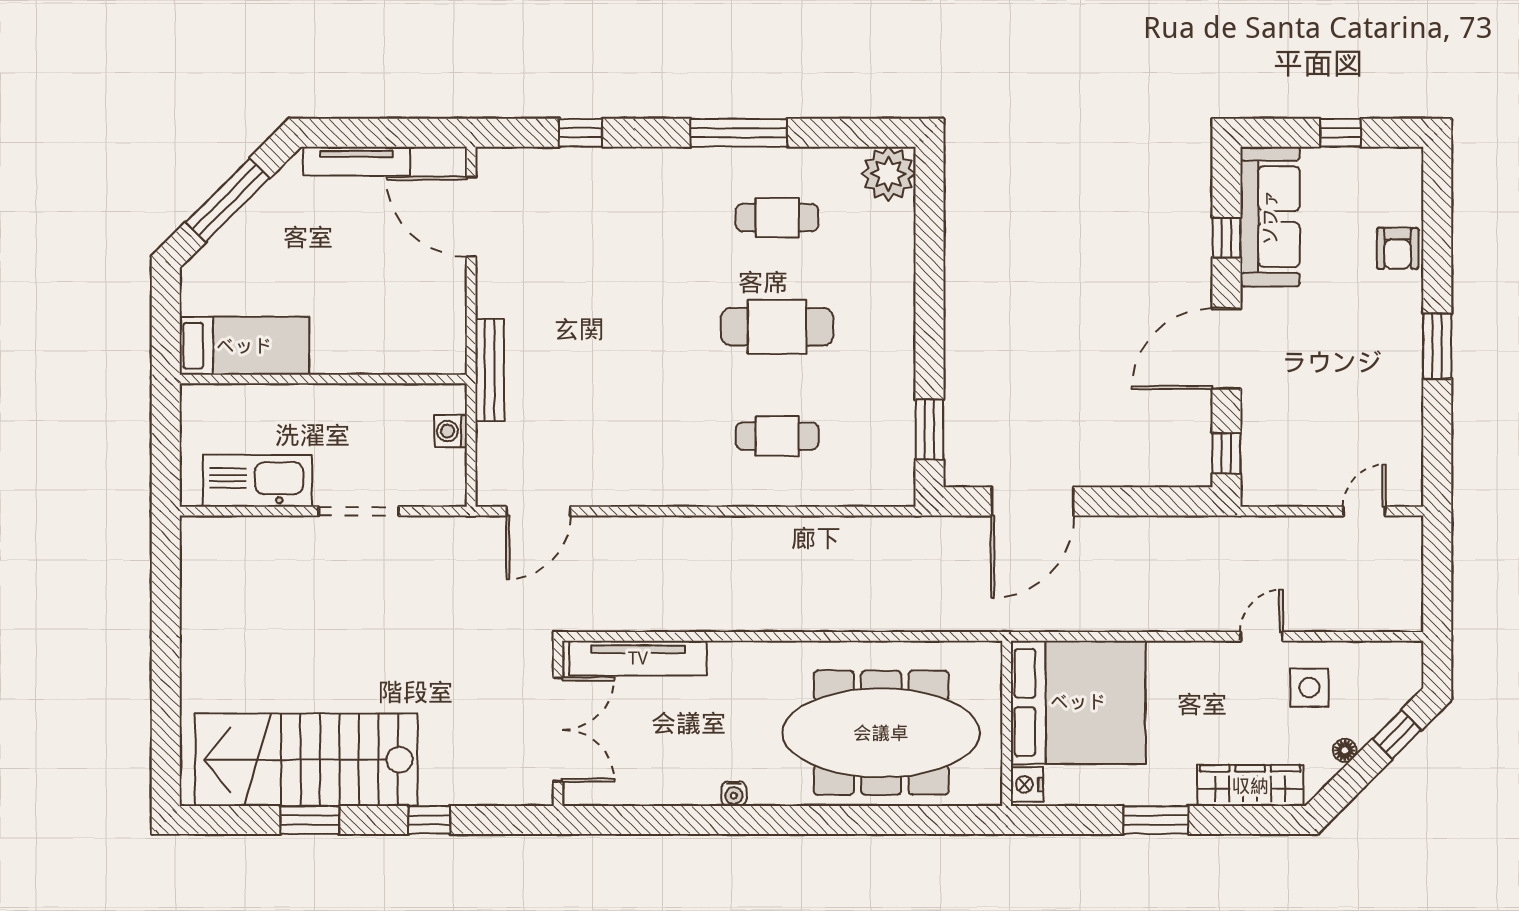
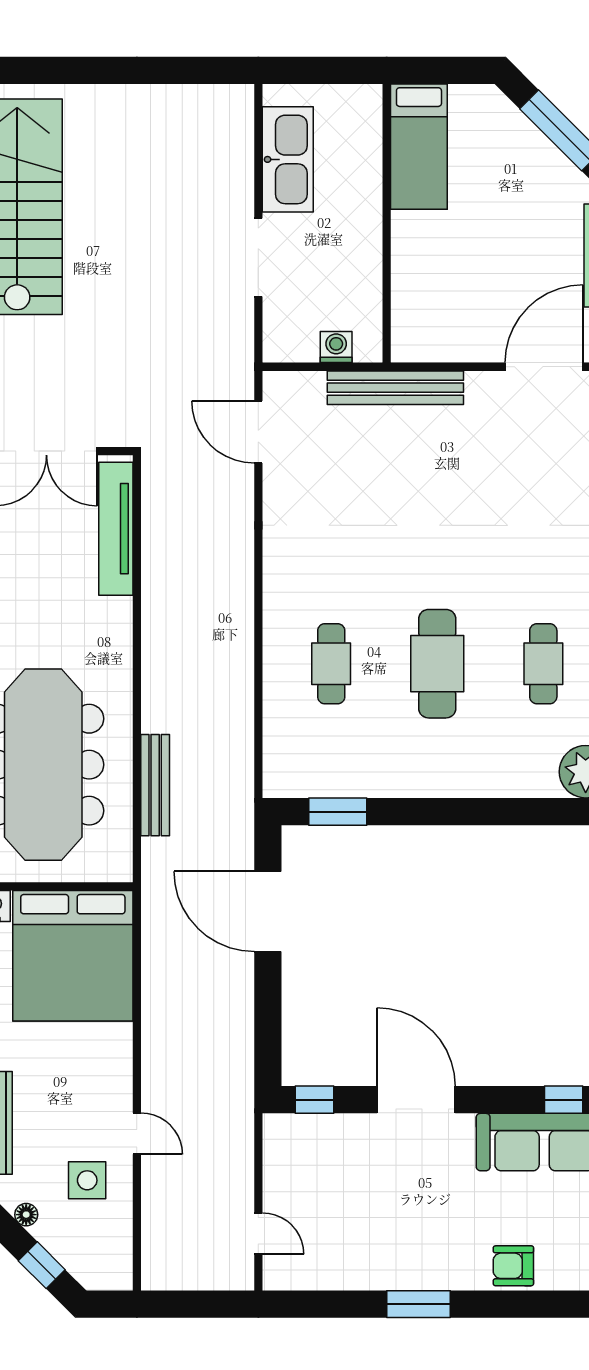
window: (1226, 238) -> (564, 1100), moved
bench: (490, 370) -> (395, 388), width x1.37, depth x1.21
bench: (902, 618) -> (155, 785), added

